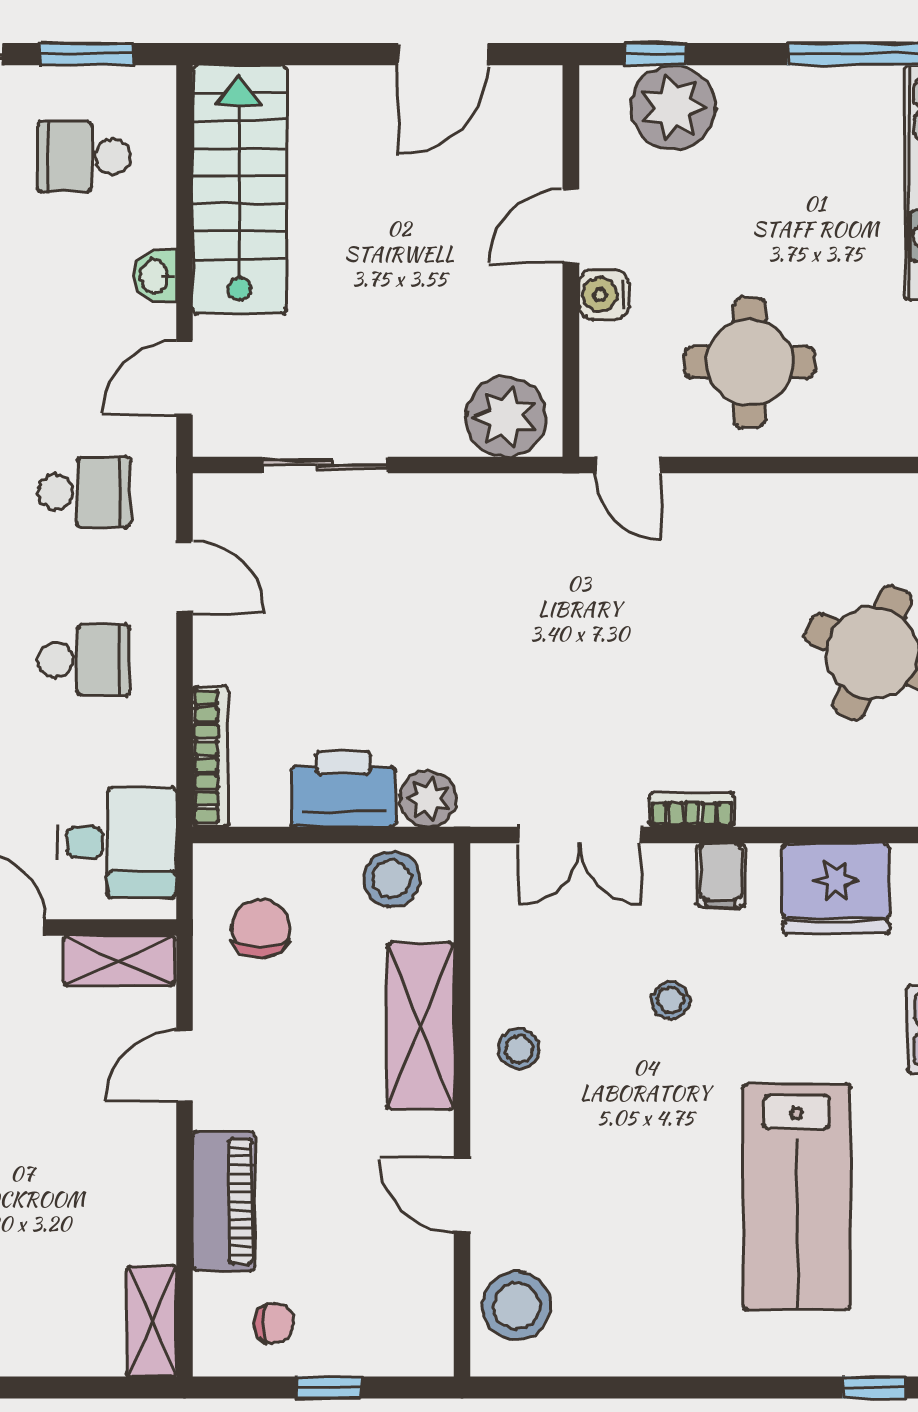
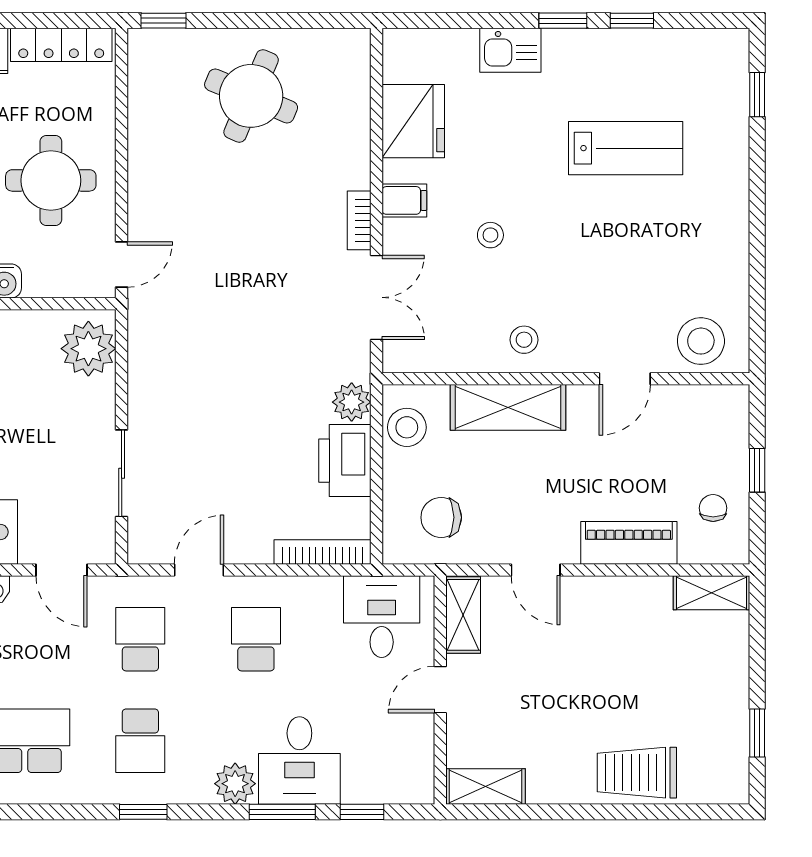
lab bench: (797, 1197) -> (626, 148), width x0.73, depth x0.72

